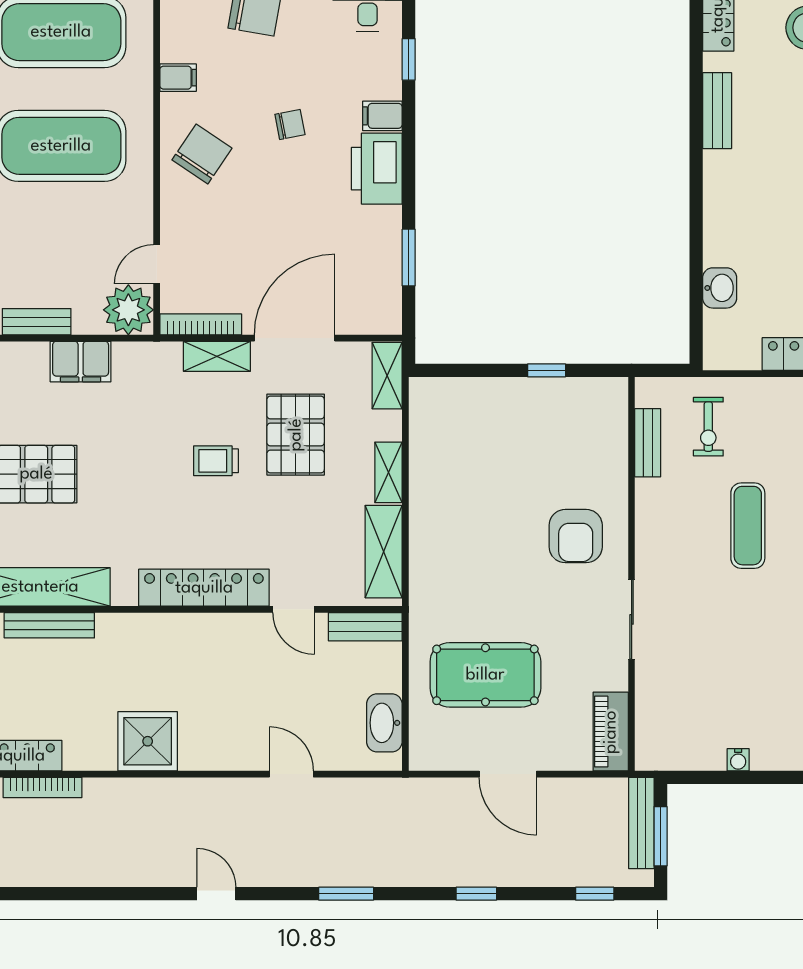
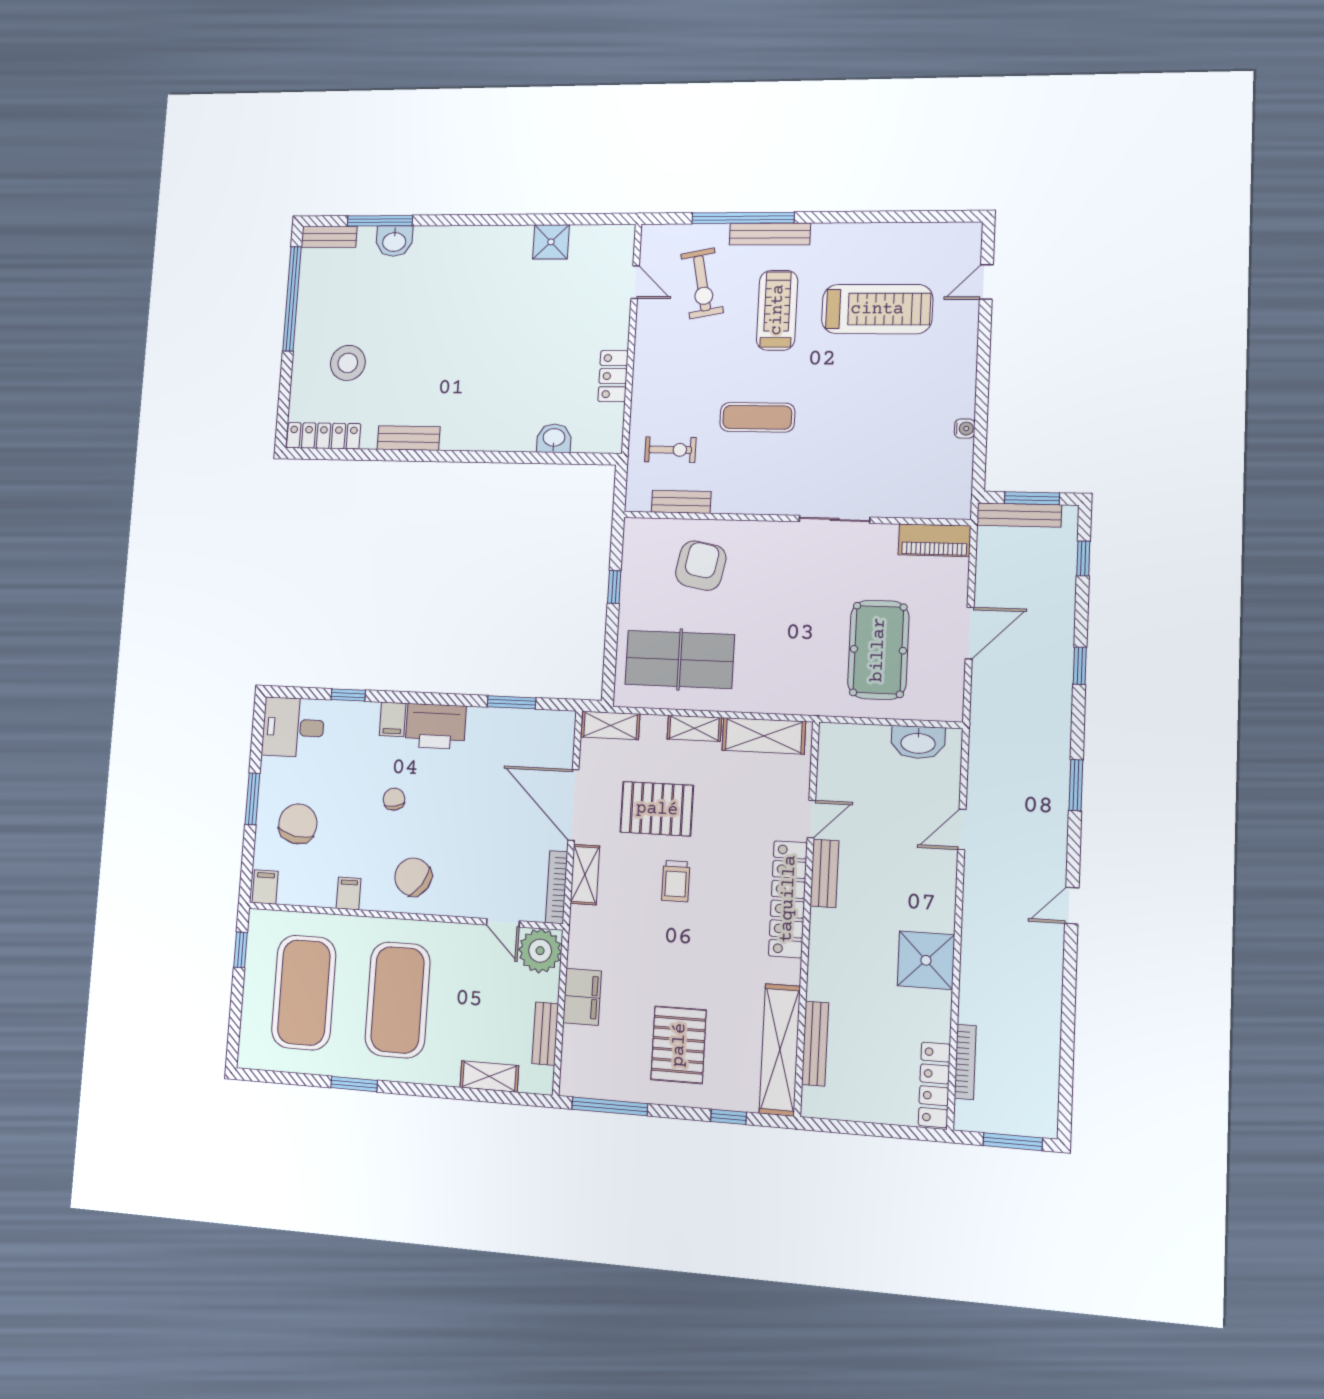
table tennis table: (466, 451) -> (680, 659), added
armchair: (576, 536) -> (701, 566), moved, turned -79
bench: (365, 627) -> (824, 873), moved

